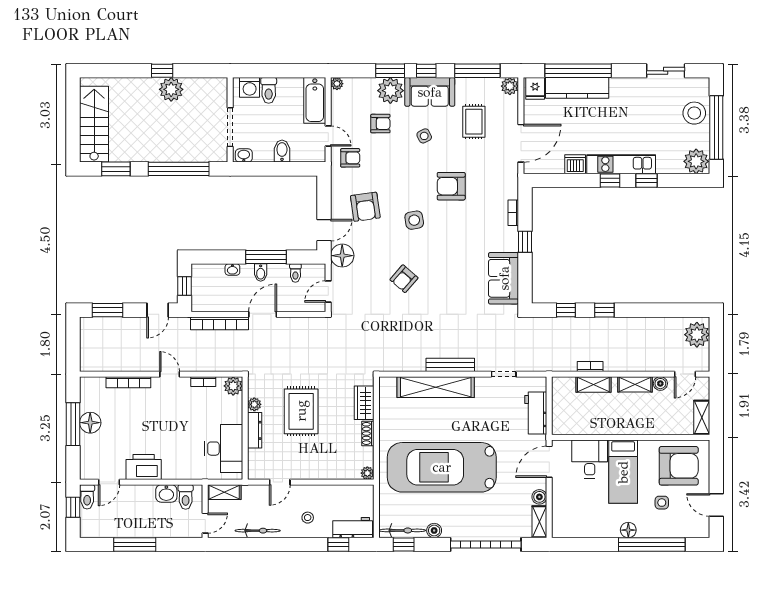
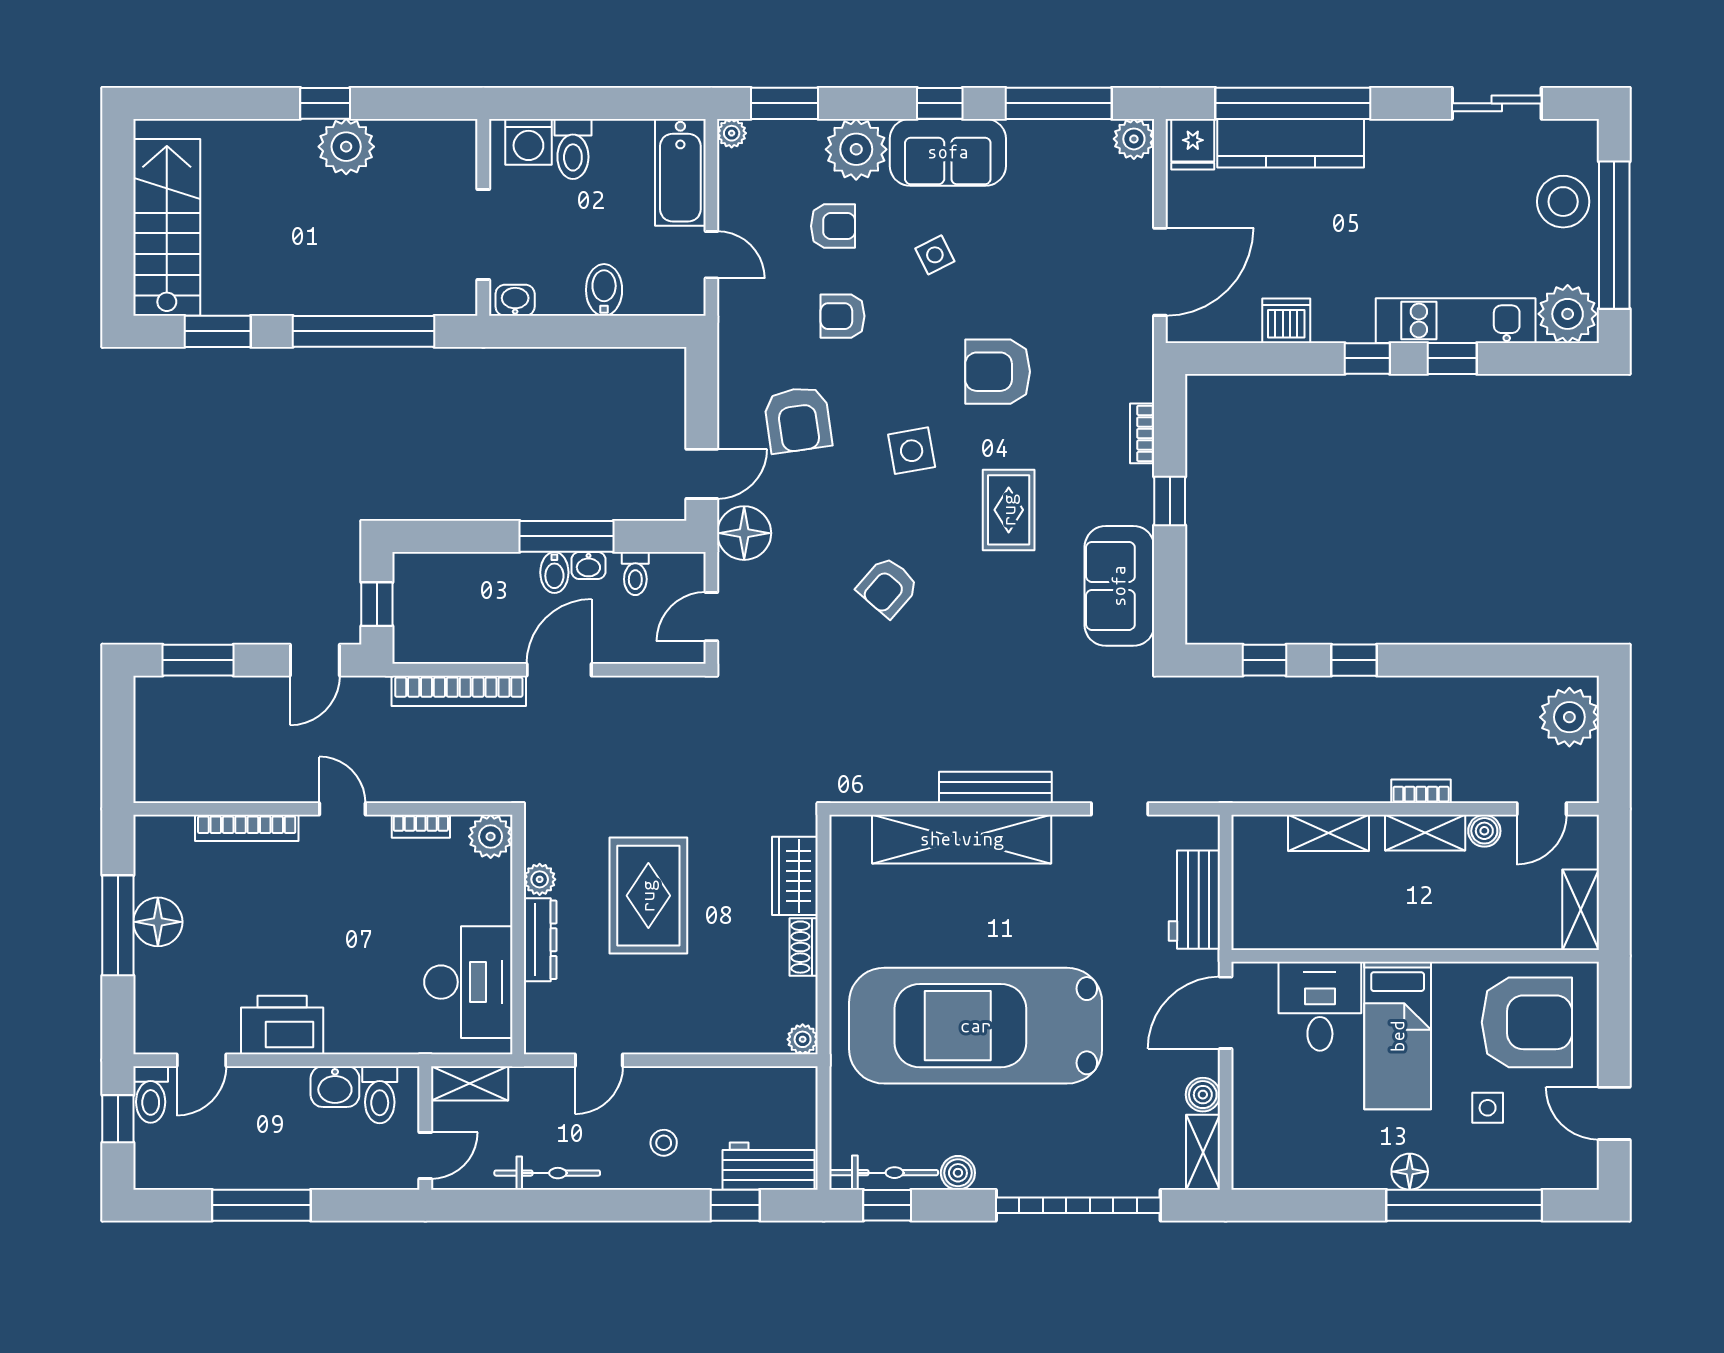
window: (390, 71) -> (785, 103), moved
rug: (474, 122) -> (1009, 510), moved
armchair: (350, 158) -> (842, 316), moved, turned 180
kitchen unit: (621, 164) -> (1456, 321), moved
washbasin: (232, 269) -> (588, 566), moved
bookcase: (590, 367) -> (1421, 791), moved

